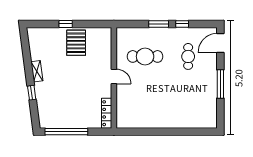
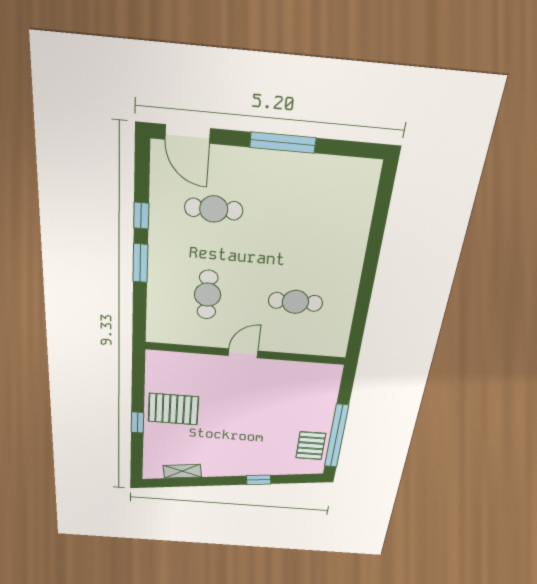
cafe table: (145, 56) -> (208, 295), width x0.73, depth x0.74
shelving: (37, 71) -> (182, 471), moved
cafe table: (145, 99) -> (295, 302), added
locker: (107, 113) -> (313, 371), removed
pallet: (59, 119) -> (311, 446), added

